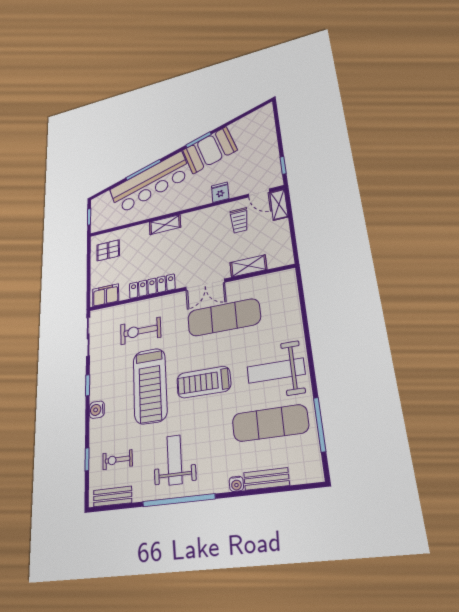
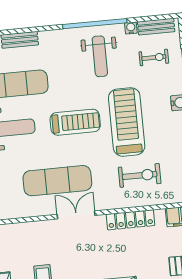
shelving: (248, 266) -> (34, 229), removed
water cooler: (236, 484) -> (131, 28), moved

